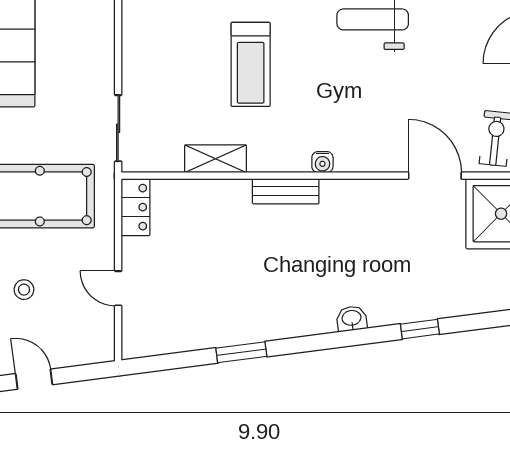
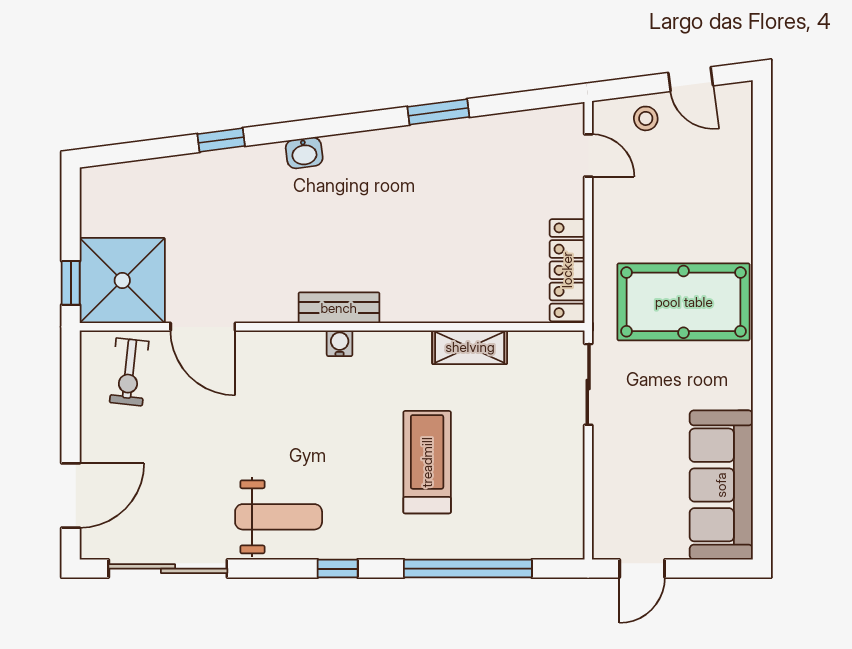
bench: (286, 191) -> (339, 308), moved
locker: (136, 207) -> (567, 270), width x1.53
door: (118, 288) -> (588, 156), moved
stool: (24, 290) -> (646, 118), moved

